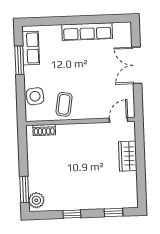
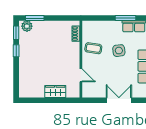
side table: (35, 96) -> (119, 51), moved
door: (118, 120) -> (81, 75), moved
window: (113, 212) -> (16, 33), moved

